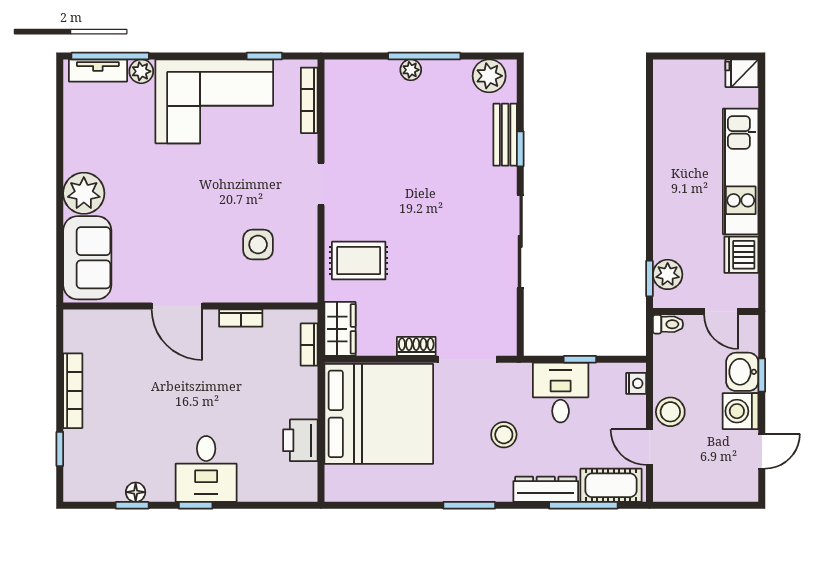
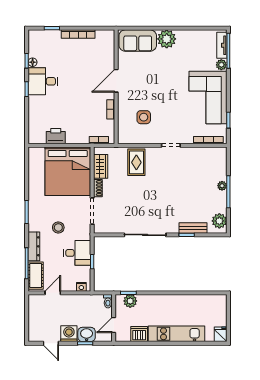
wardrobe: (340, 329) -> (101, 166), moved, turned -90
stool: (670, 412) -> (69, 302), removed
desk: (206, 469) -> (43, 81), moved

